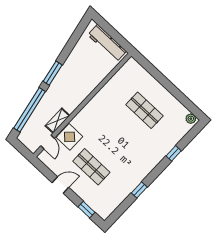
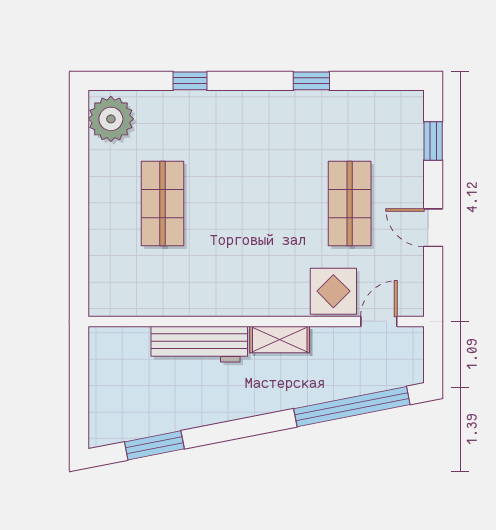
workbench: (107, 43) -> (199, 344), moved, turned 90
window: (53, 73) -> (154, 445), moved
plant: (191, 119) -> (111, 119), width x1.88, depth x1.88
shelving: (57, 121) -> (280, 339), moved

